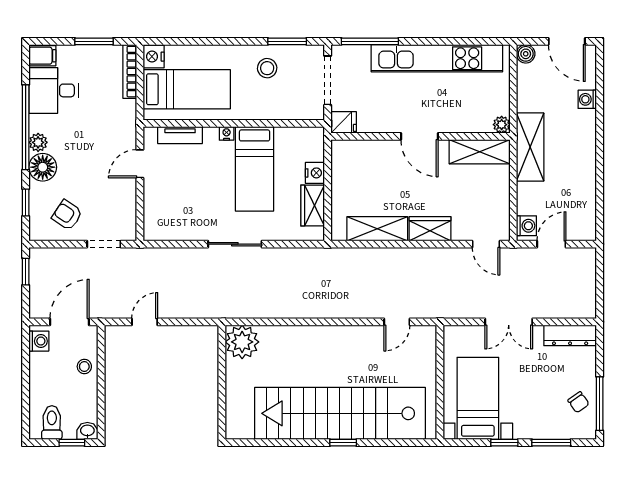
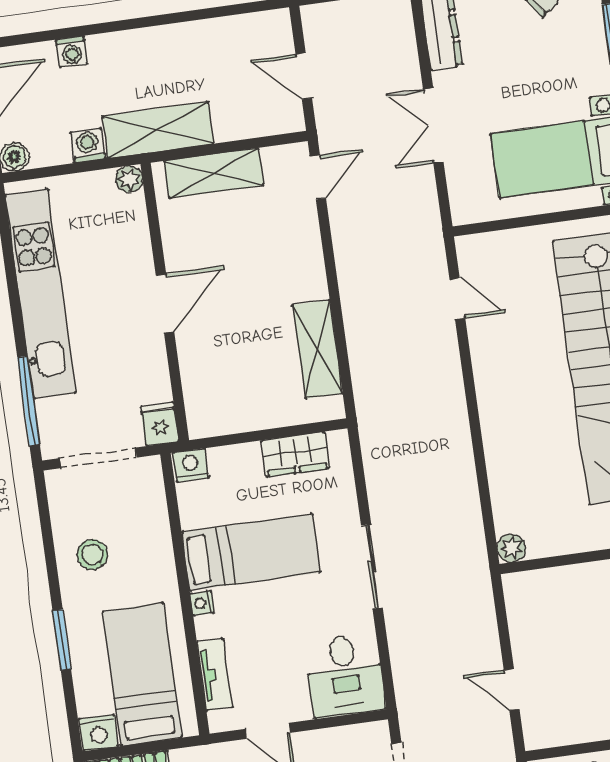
window: (287, 41) -> (62, 640), moved
shelving: (480, 152) -> (214, 173), moved, turned 90
nightstand: (315, 173) -> (191, 465), moved
desk: (168, 218) -> (345, 675), added
washing machine: (526, 226) -> (88, 145), moved
wardrobe: (430, 229) -> (306, 267), removed
double door: (509, 322) -> (433, 126), swing flipped
plant: (242, 342) -> (511, 548), width x0.53, depth x0.53

